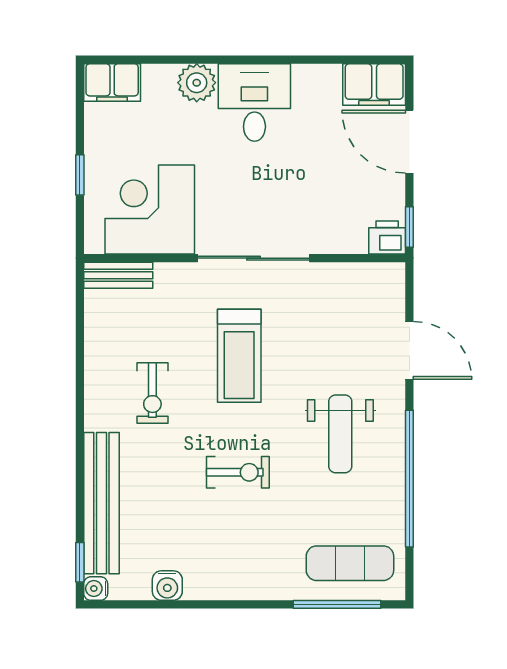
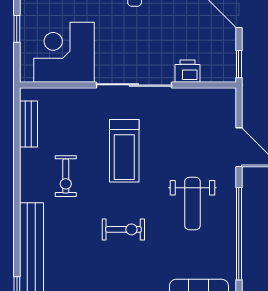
printer: (387, 237) -> (187, 71), moved
bench: (118, 275) -> (28, 124), moved, turned 90

